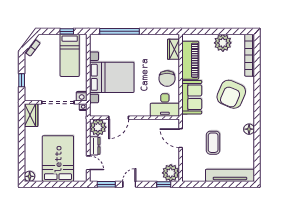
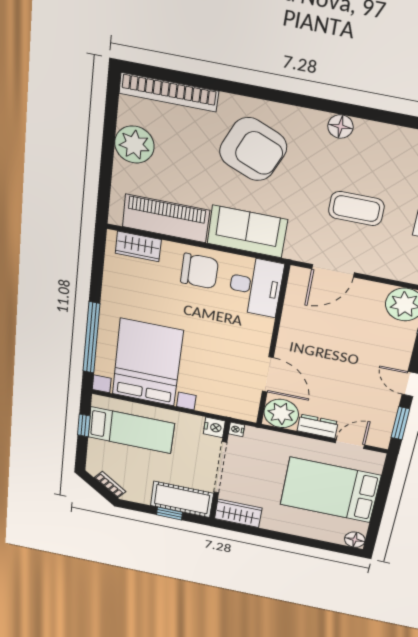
bed with nightstands: (112, 77) -> (147, 363), moved
cot: (33, 86) -> (182, 499), added

